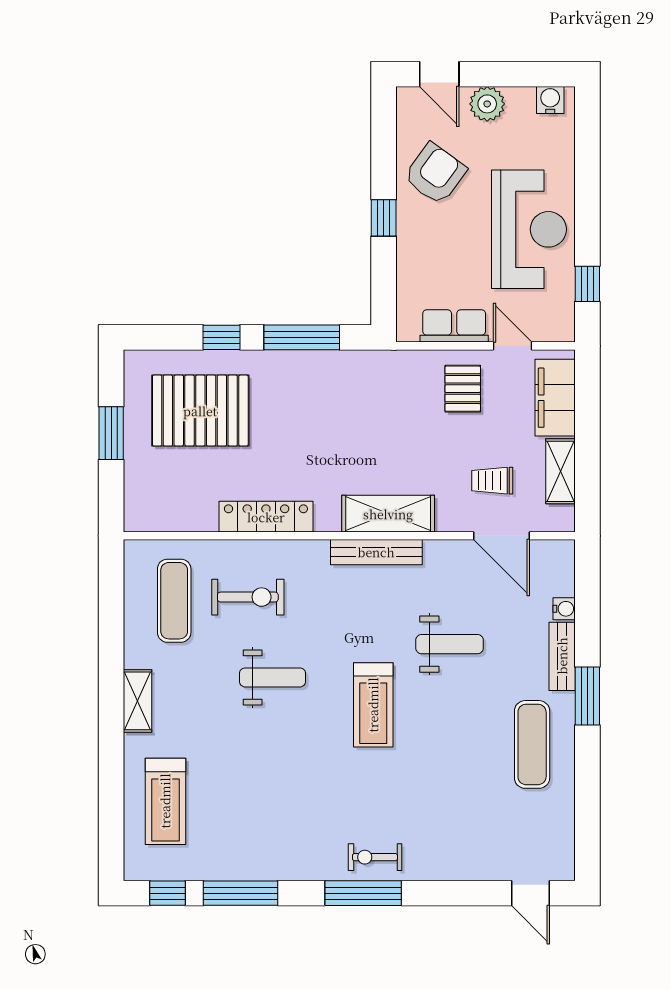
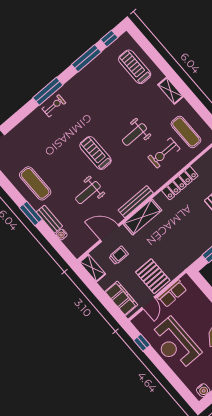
door: (512, 346) -> (149, 303), hinge flipped
pallet: (463, 389) -> (153, 276), width x1.50, depth x1.42
shelving: (560, 471) -> (92, 268), moved
door: (501, 536) -> (110, 233), moved

